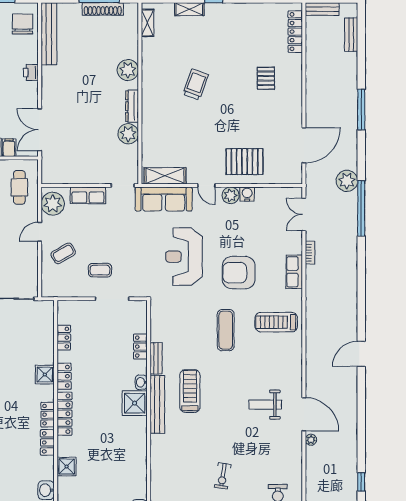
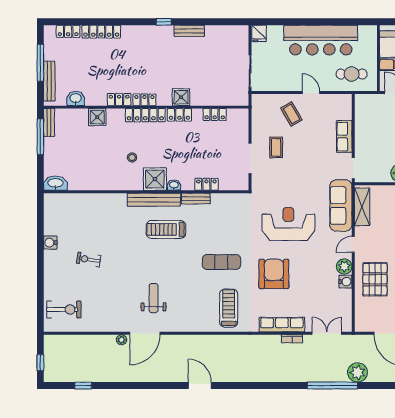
plant: (53, 204) -> (337, 104), removed
row of seats: (294, 272) -> (282, 325), width x1.48
treadmill: (190, 391) -> (166, 229), turned 180
stool: (111, 428) -> (132, 157), added

